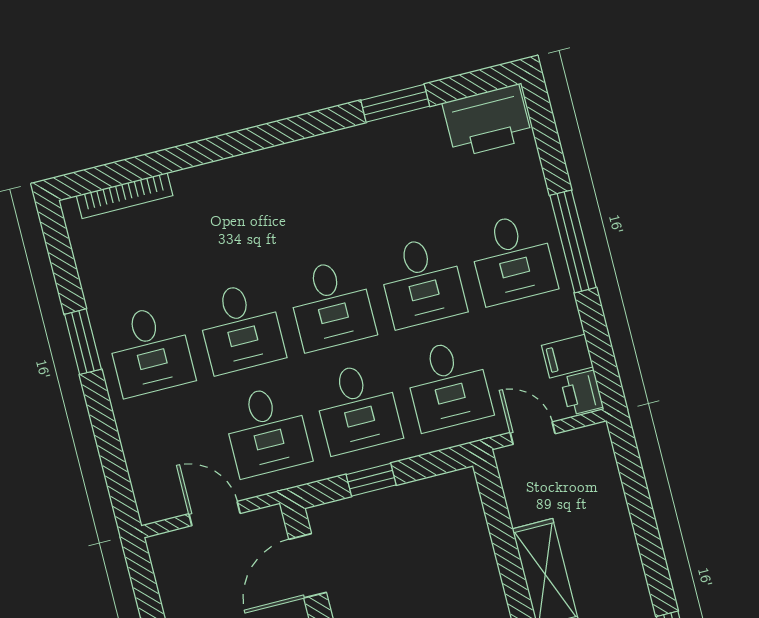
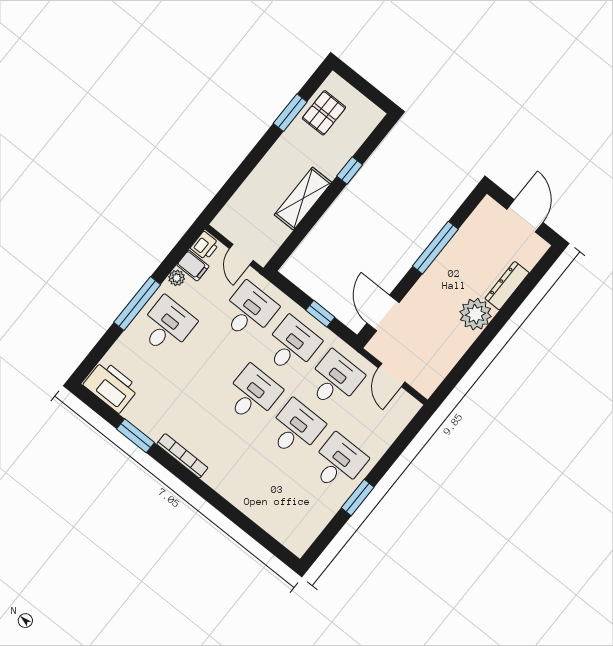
bookcase: (125, 196) -> (182, 456), moved
desk: (422, 282) -> (210, 360), removed
plant: (567, 321) -> (177, 278), added
door: (308, 566) -> (383, 313), swing flipped

